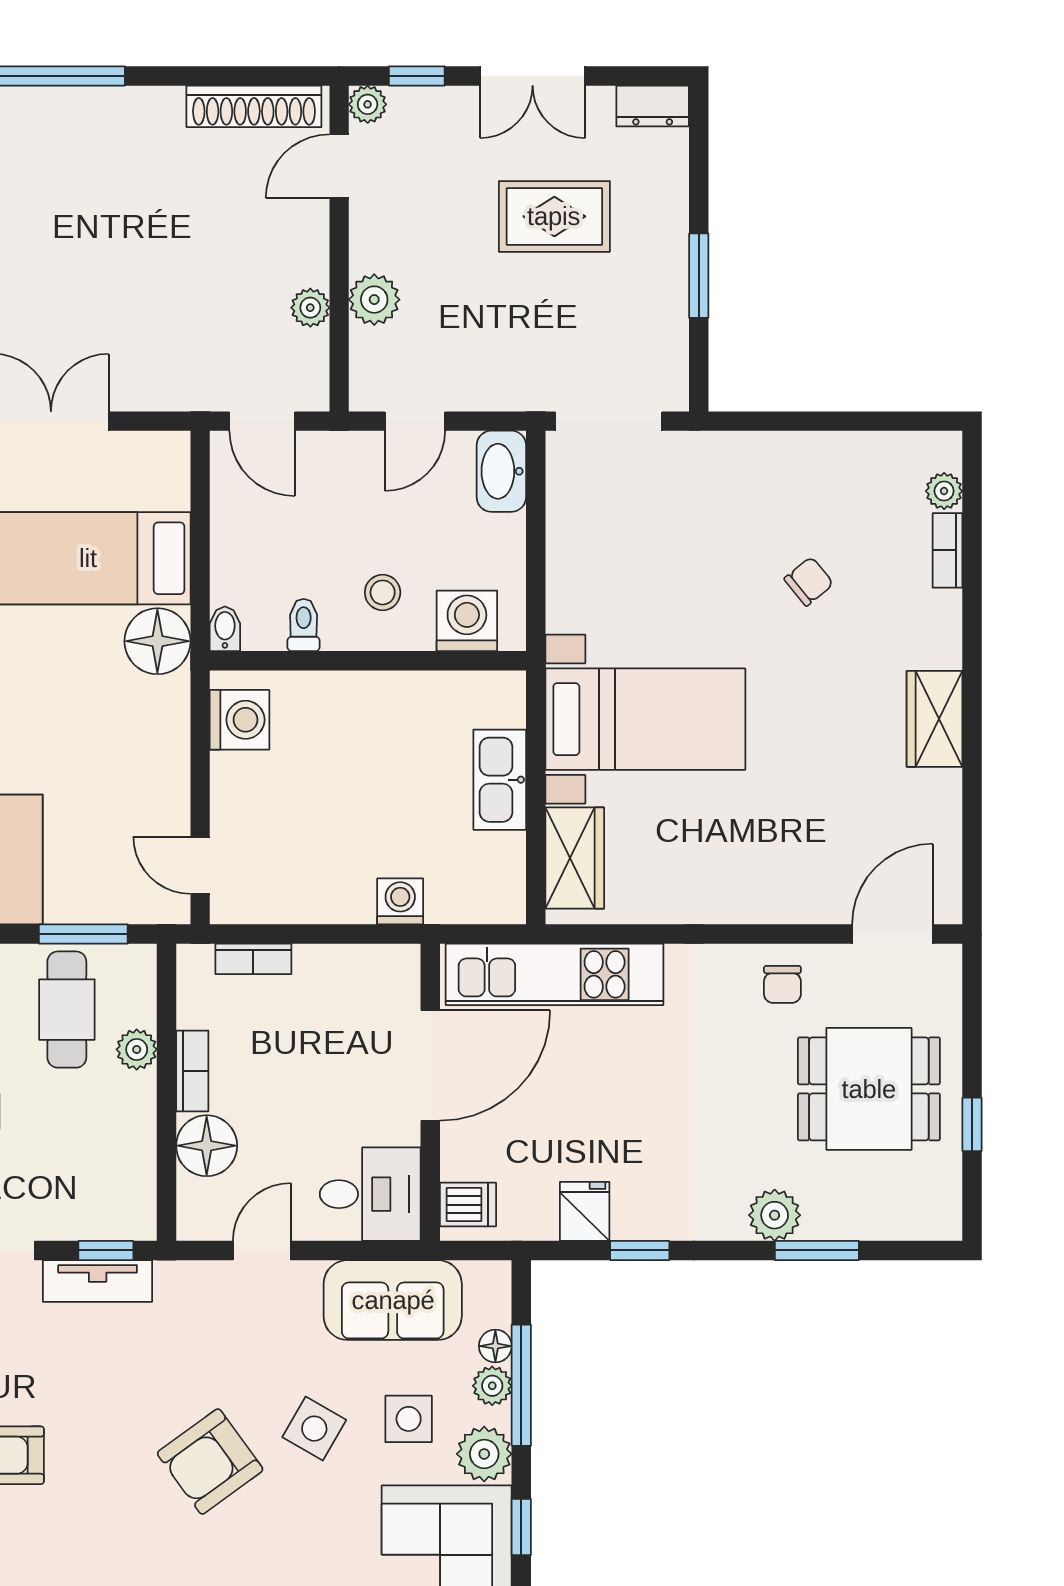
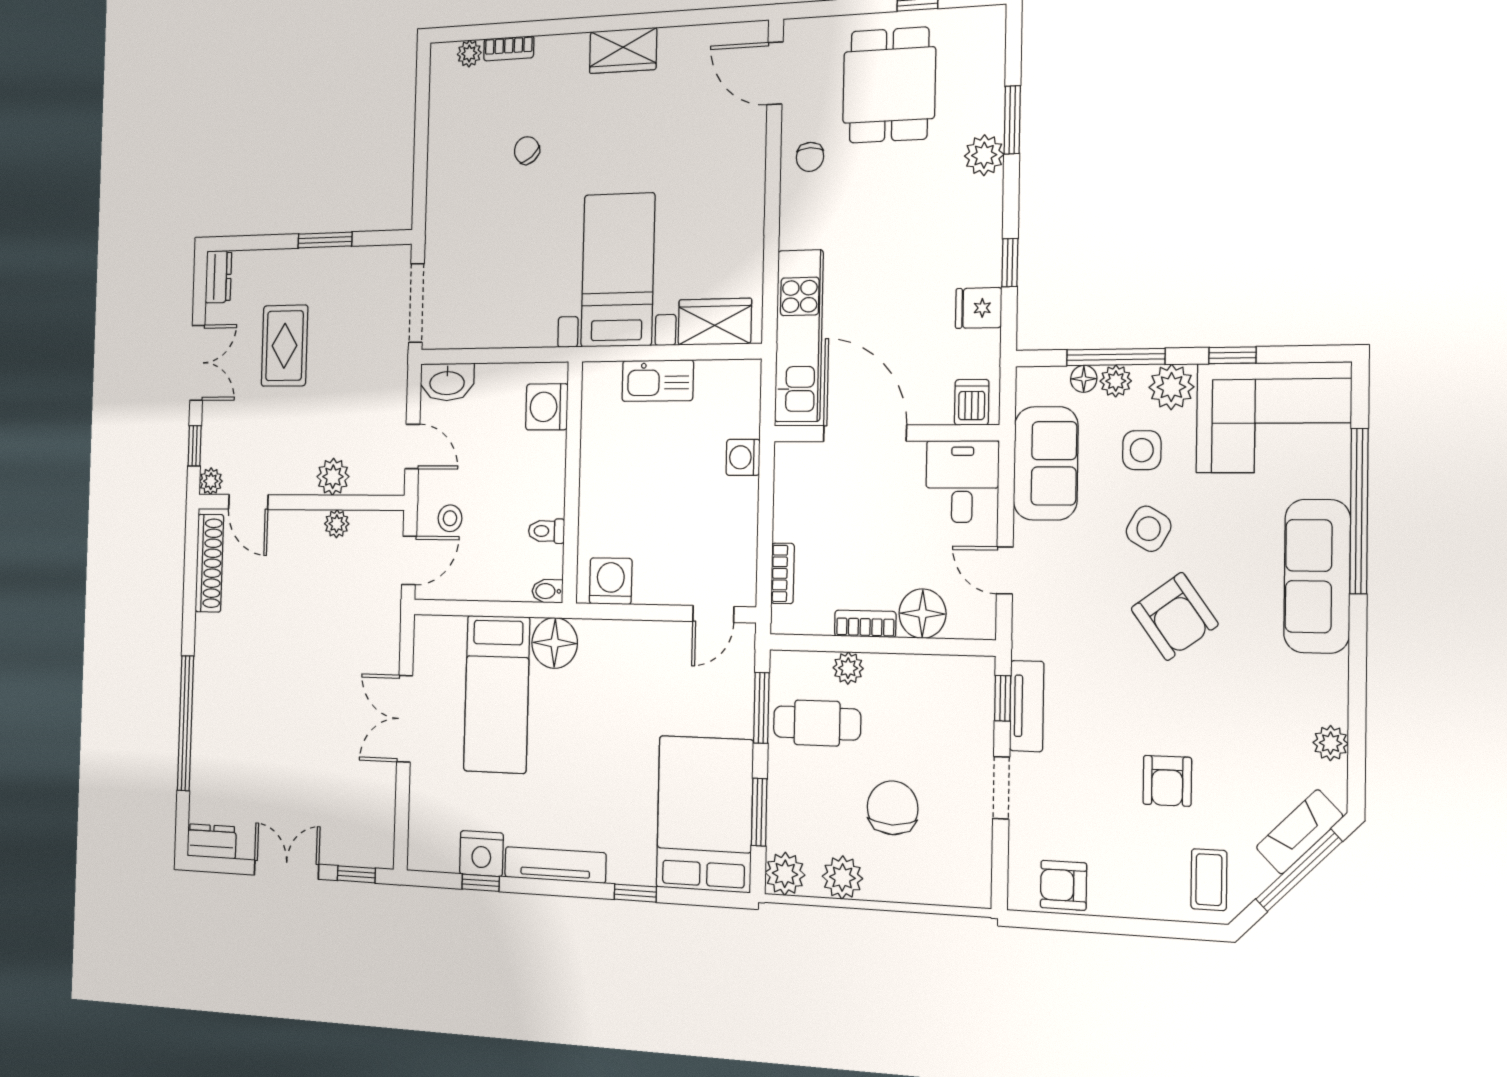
stool: (383, 592) -> (450, 518), moved
chair: (782, 984) -> (810, 157), turned 90

